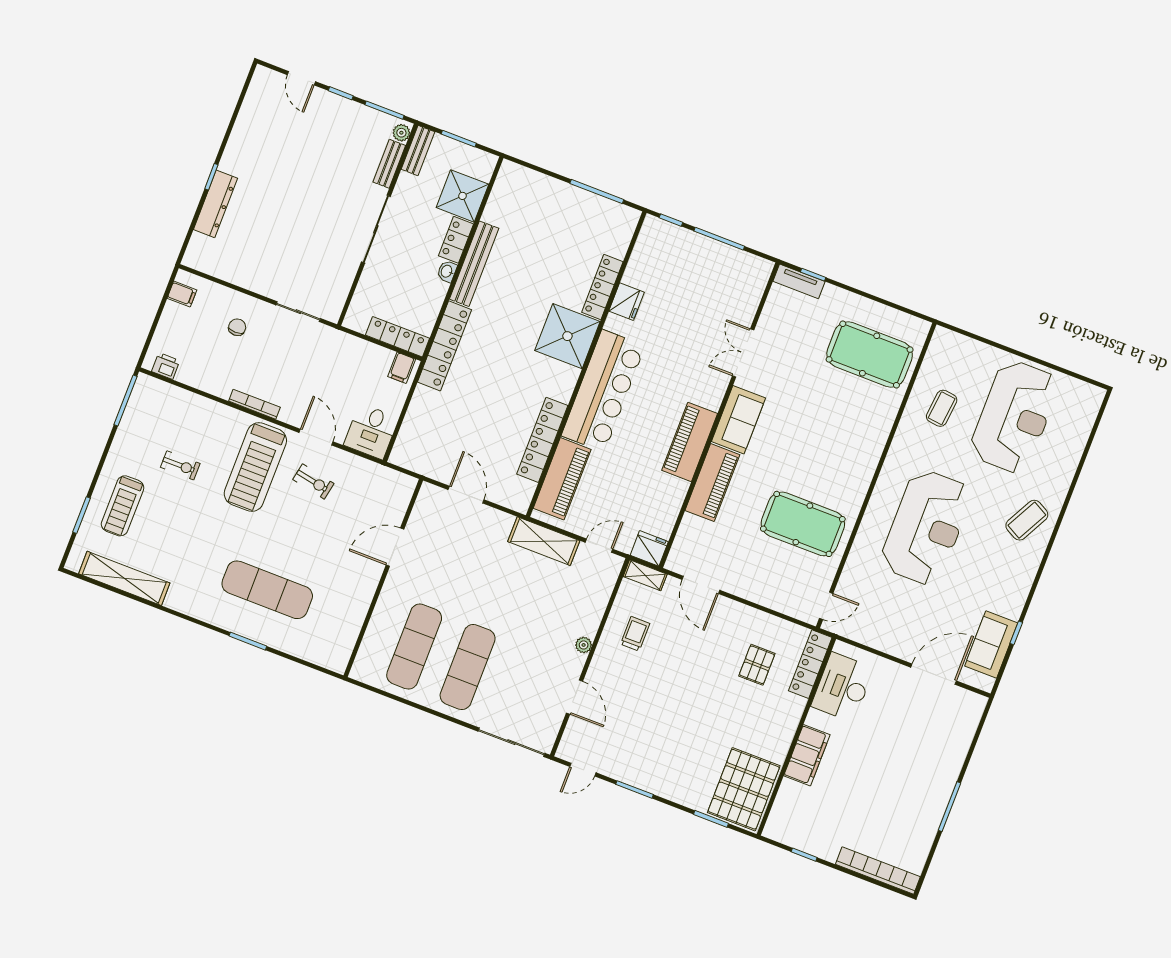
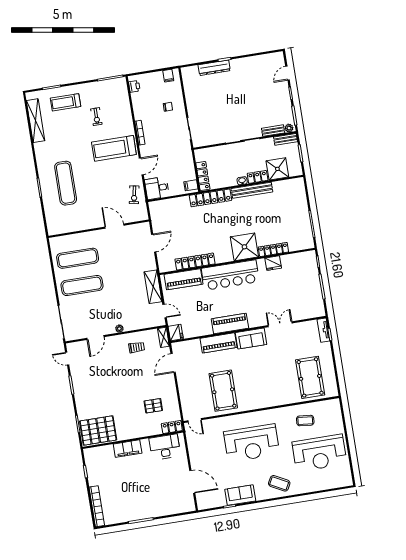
exercise bike: (313, 482) -> (134, 195), moved
sofa: (991, 644) -> (240, 495), moved
locker: (810, 664) -> (172, 427), width x0.66

